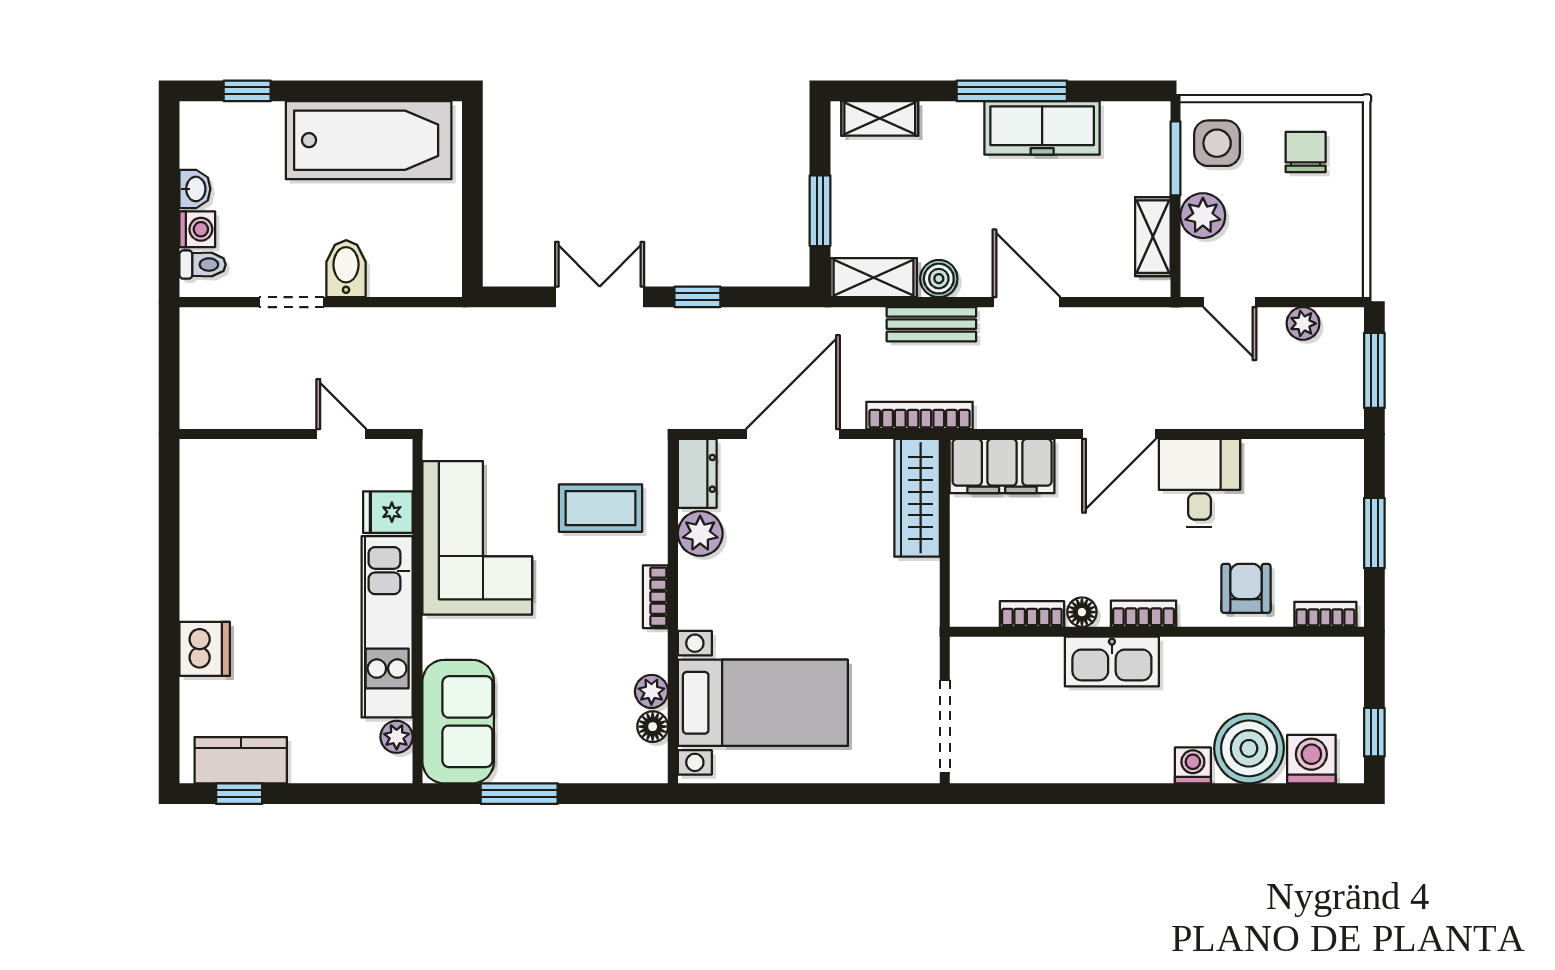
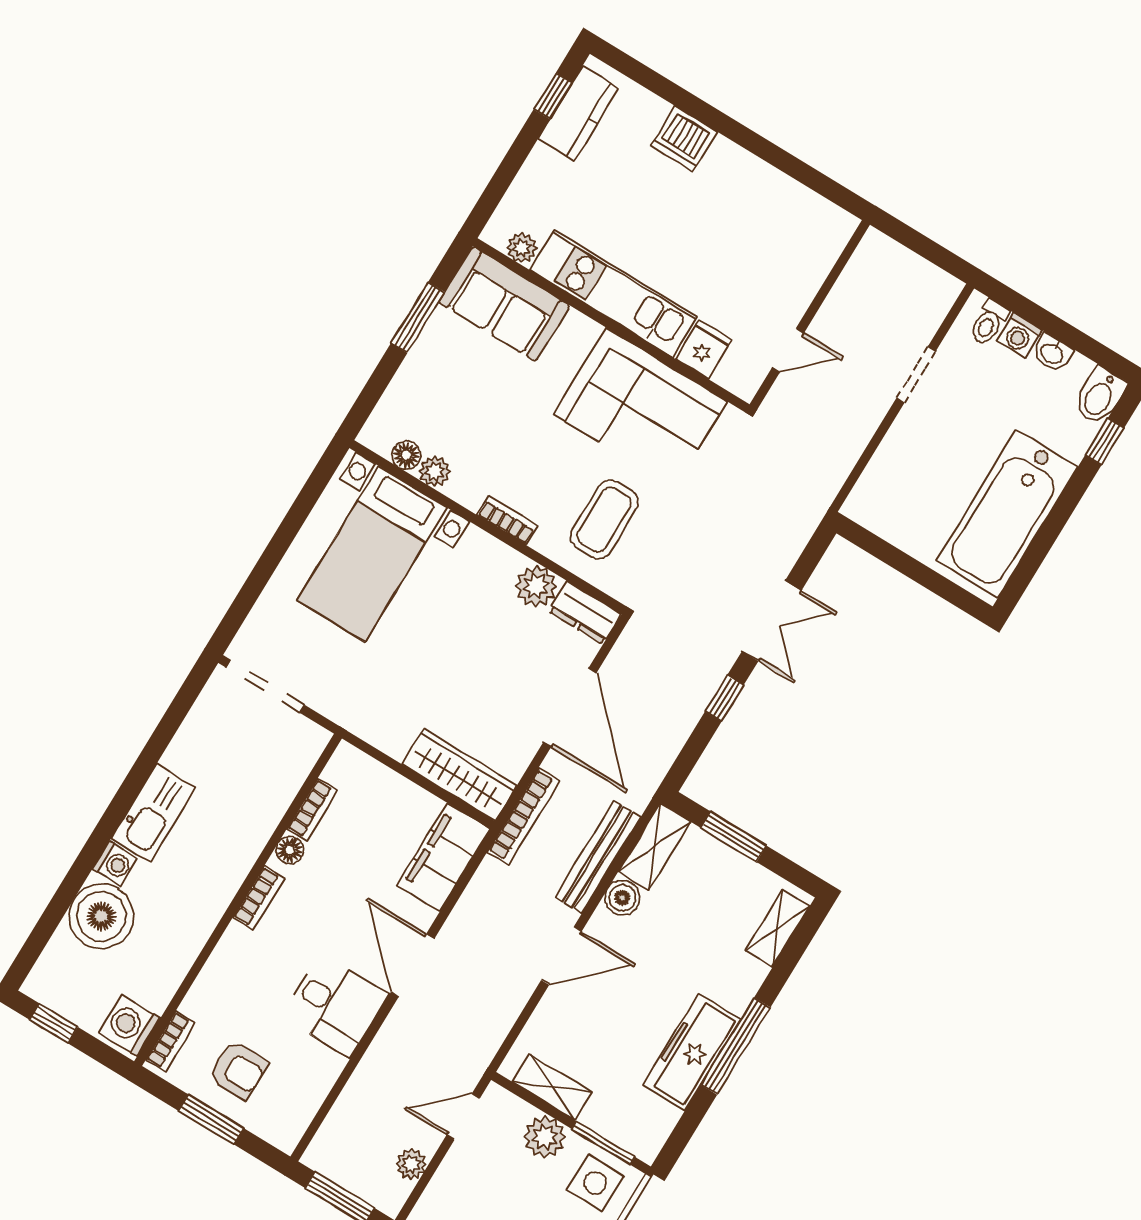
bidet: (346, 269) -> (1100, 396), moved, turned 90
bench: (931, 324) -> (598, 857), width x1.36
armchair: (1246, 588) -> (238, 1070), moved
kitchen sink: (1112, 661) -> (153, 813), moved, turned 180
washing machine: (1311, 759) -> (130, 1025), moved, turned 180

